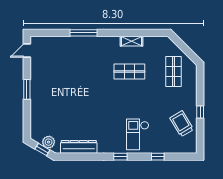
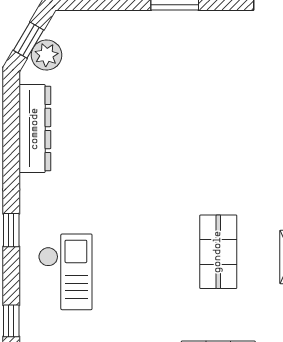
checkout: (138, 134) -> (65, 272), turned 90

